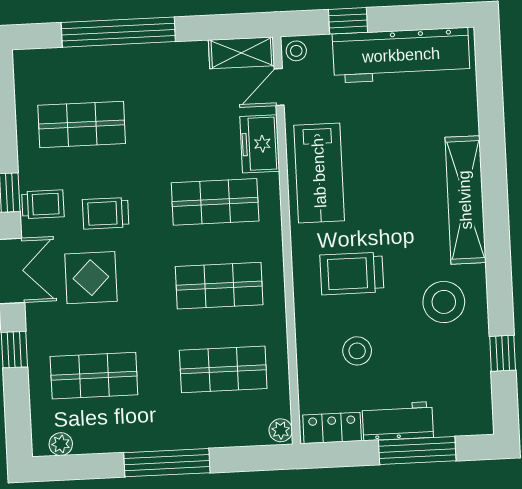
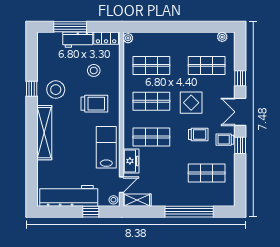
display table: (91, 278) -> (191, 103), moved
window: (503, 353) -> (32, 89), moved
window: (167, 463) -> (177, 27), removed

